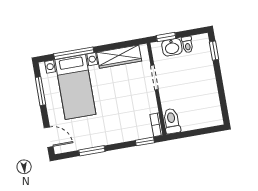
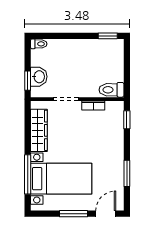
toilet: (187, 44) -> (39, 44), moved
window: (214, 51) -> (108, 36), moved
window: (40, 91) -> (74, 214), moved
bookcase: (156, 125) -> (93, 105), moved

